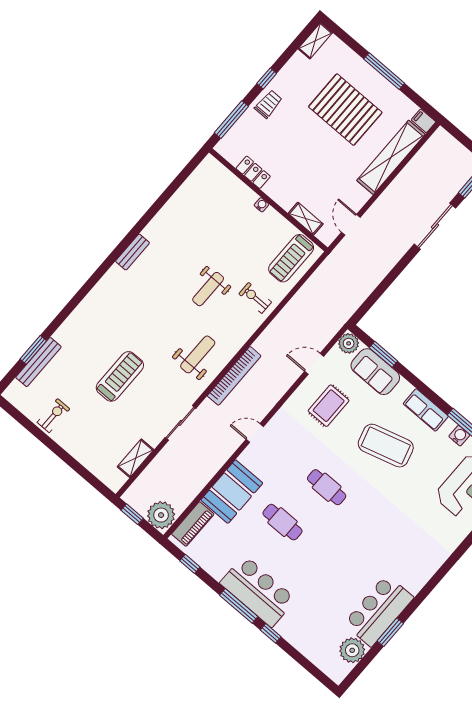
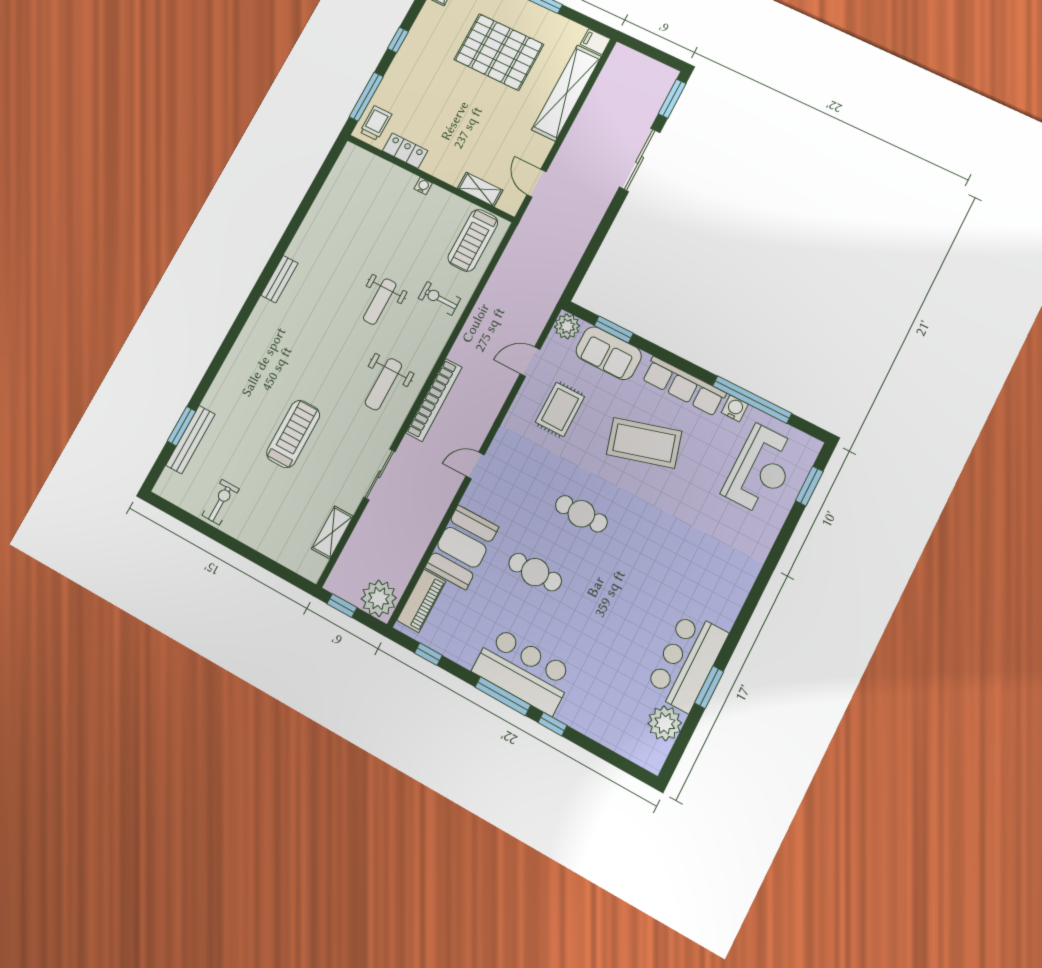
trolley: (268, 104) -> (376, 123), moved
weight bench: (198, 354) -> (383, 384), turned 180
row of seats: (426, 410) -> (684, 386), width x1.48

